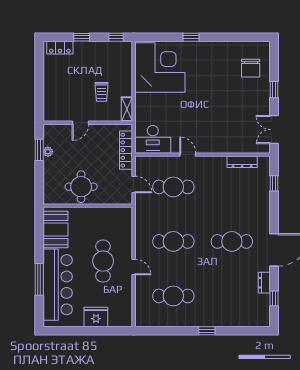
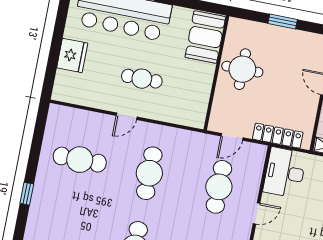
window: (39, 150) -> (283, 22), moved
plant: (48, 152) -> (295, 36), removed
booth: (55, 230) -> (205, 37), moved, turned 90
cafe table: (103, 261) -> (142, 79), width x0.73, depth x0.74
cafe table: (173, 296) -> (80, 160), turned 90

